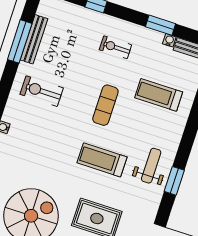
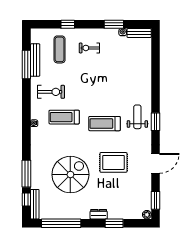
exercise bike: (42, 91) -> (51, 92), turned 180
treadmill: (159, 95) -> (64, 117), moved
exercise mat: (105, 105) -> (60, 49), moved

